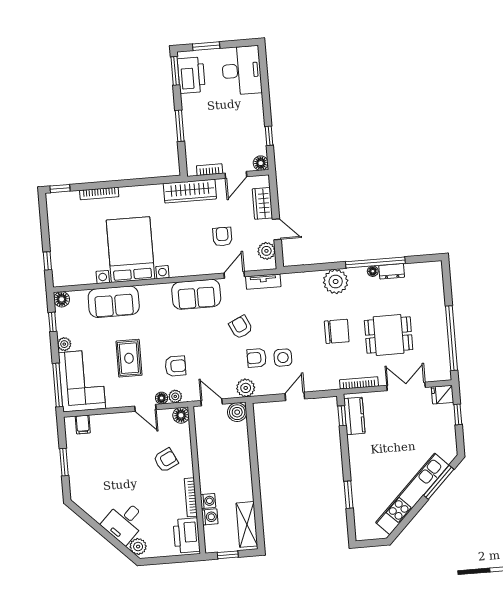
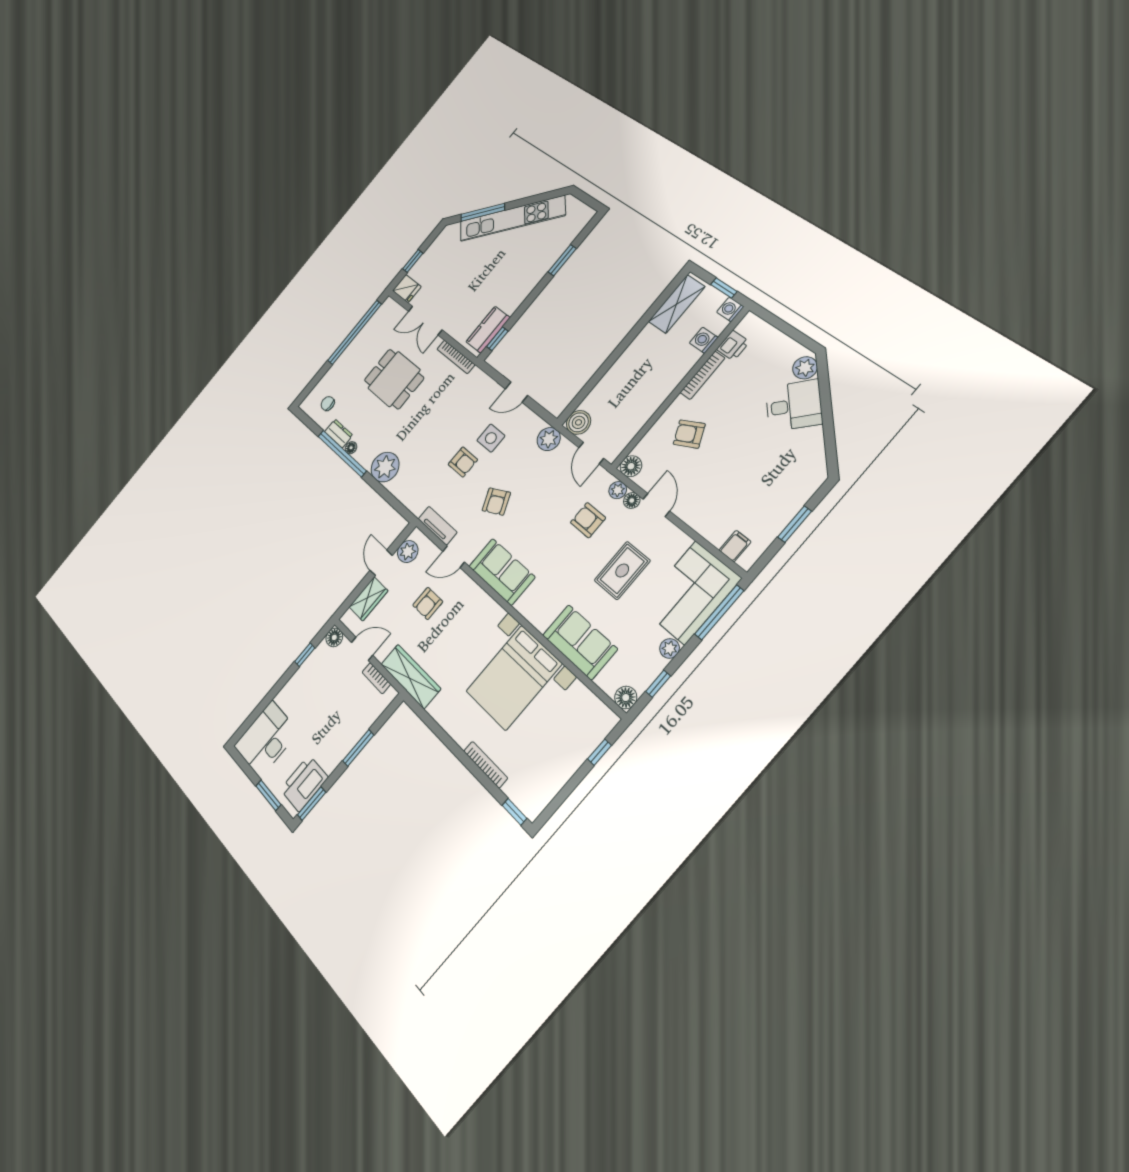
chair: (337, 331) -> (328, 404), moved, width x0.54, depth x0.54
armchair: (257, 358) -> (463, 462), moved
washing machine: (208, 501) -> (730, 309), moved
printer: (187, 535) -> (733, 346), width x0.53, depth x0.68

